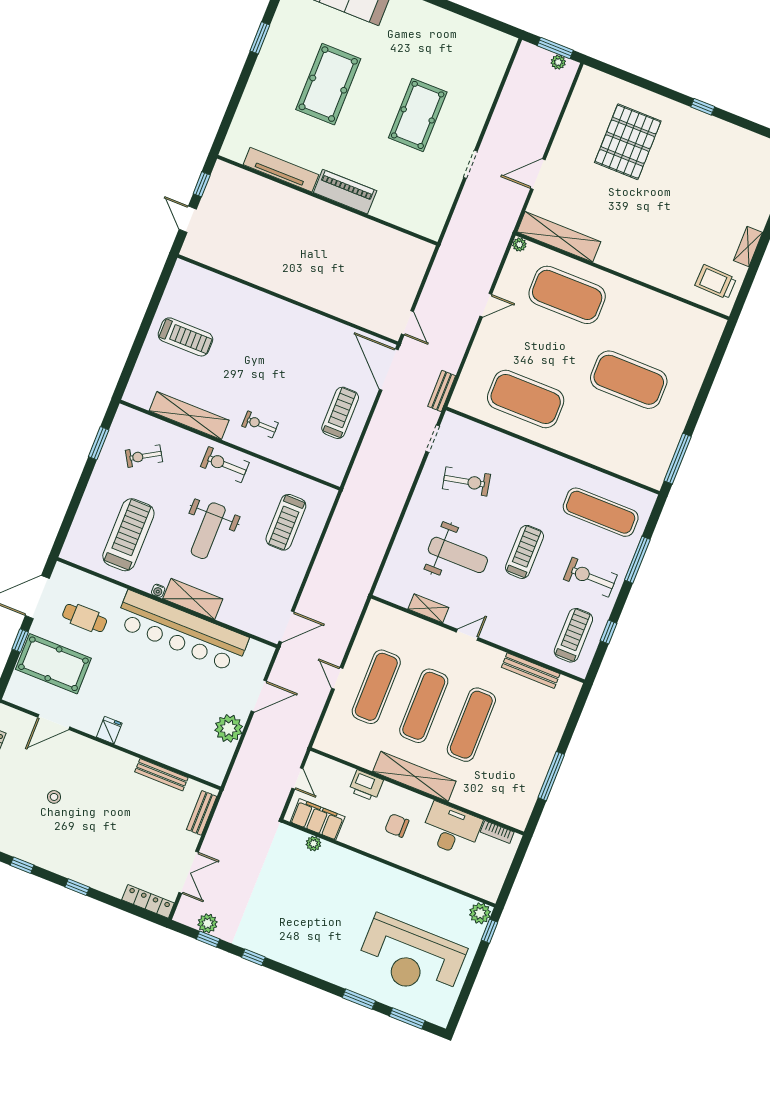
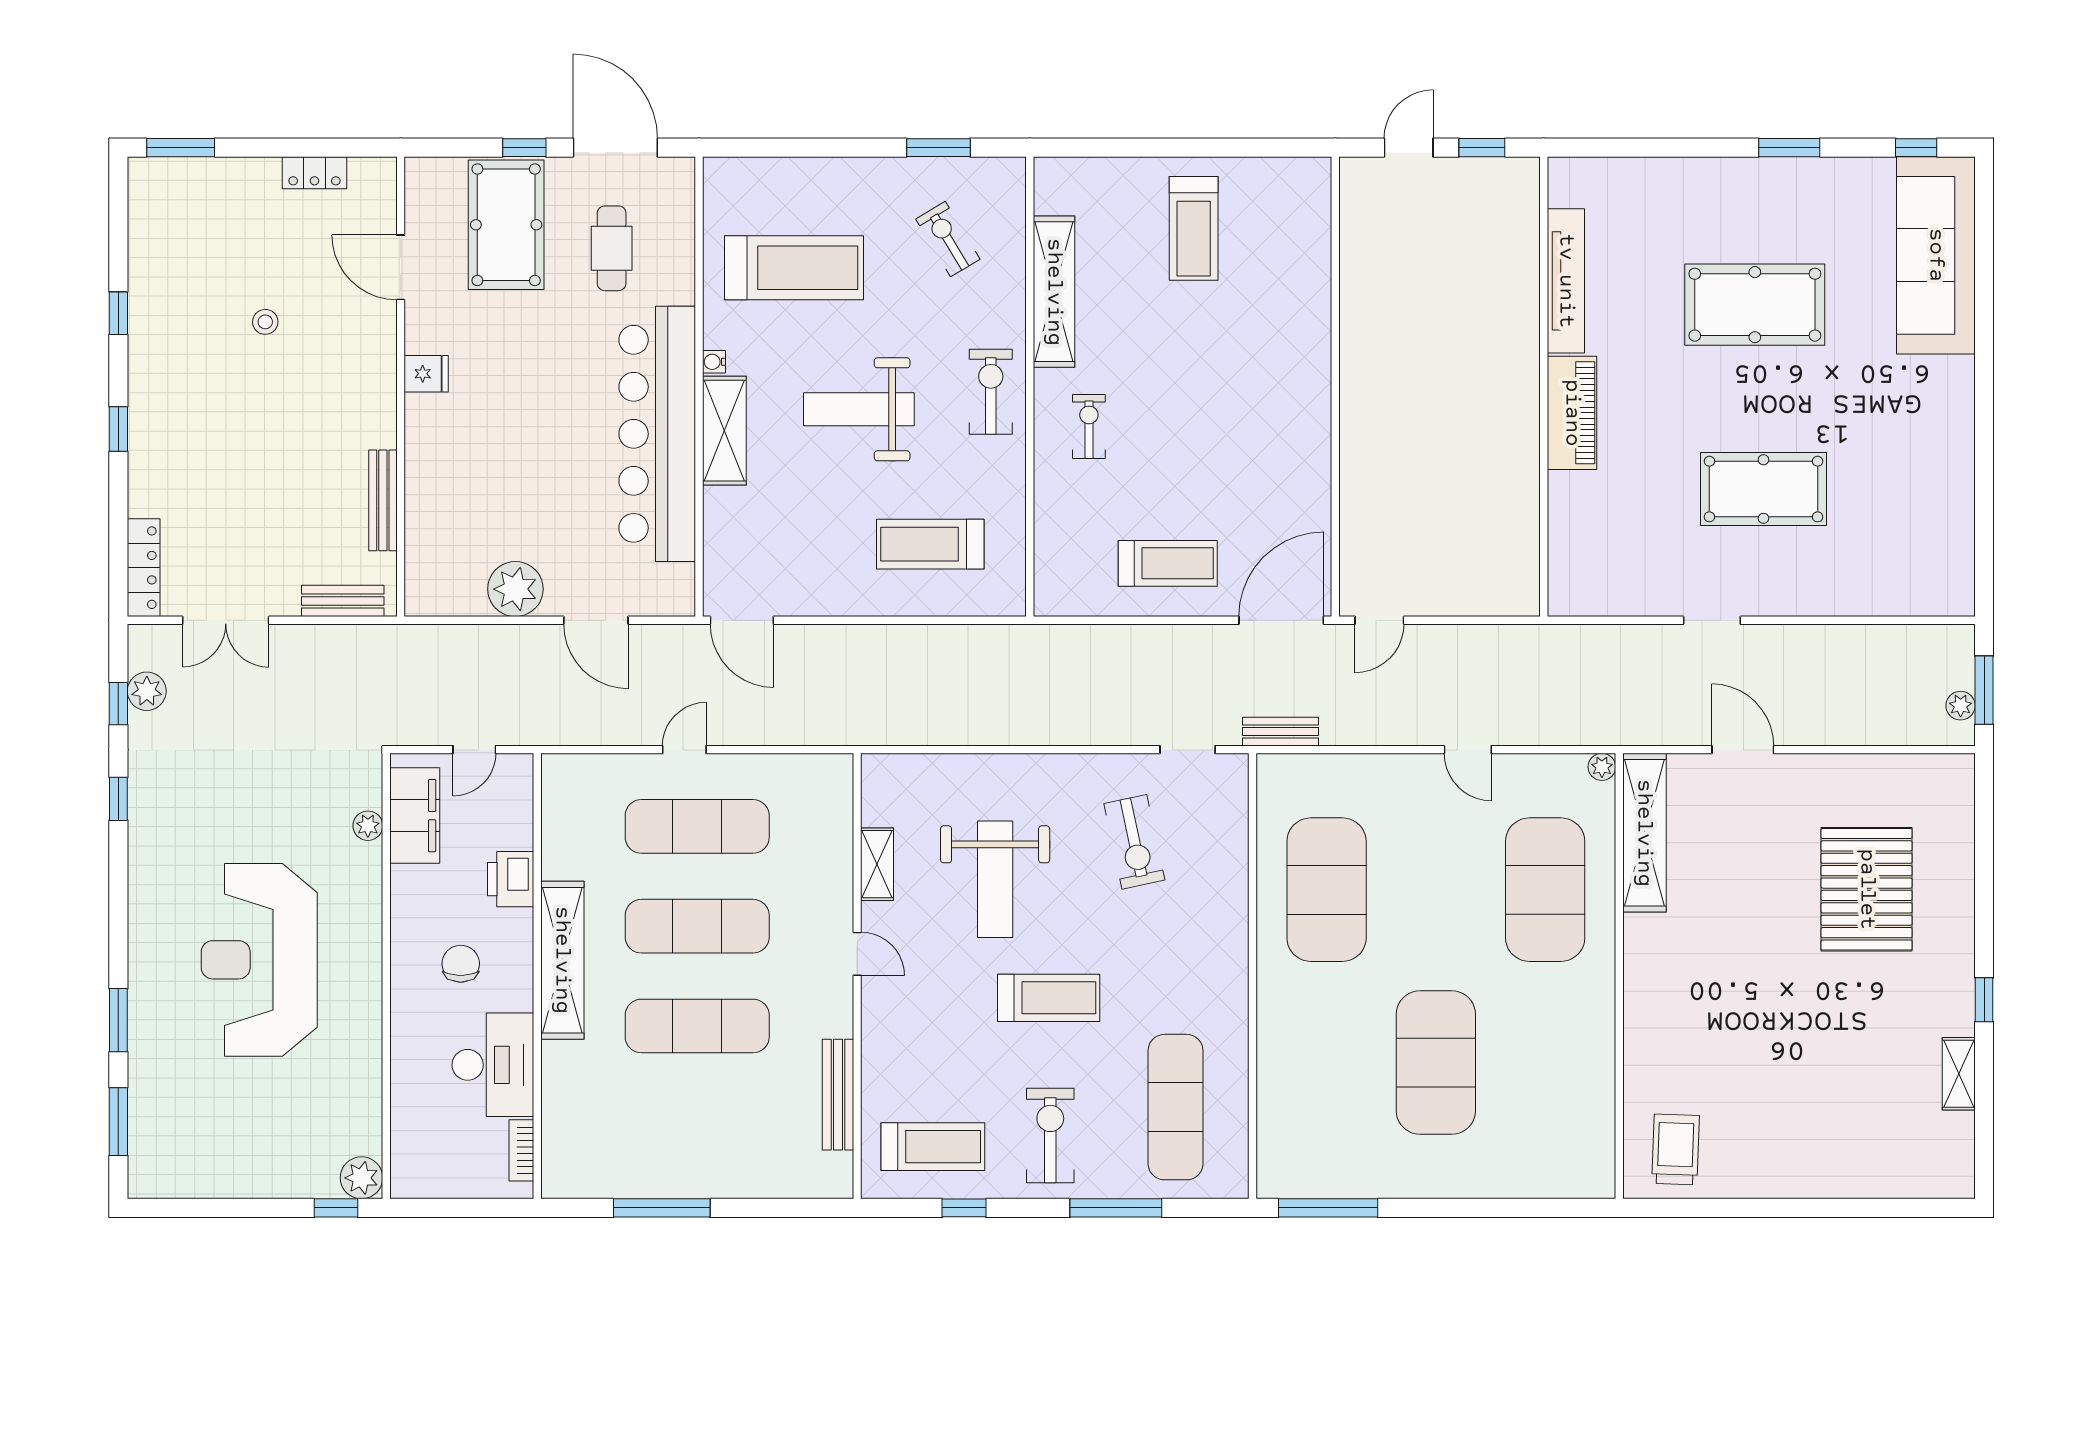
pallet: (628, 142) -> (1867, 889), turned 90
shelving: (748, 246) -> (1959, 1074), moved, turned 90
reception desk: (411, 958) -> (259, 960), moved

